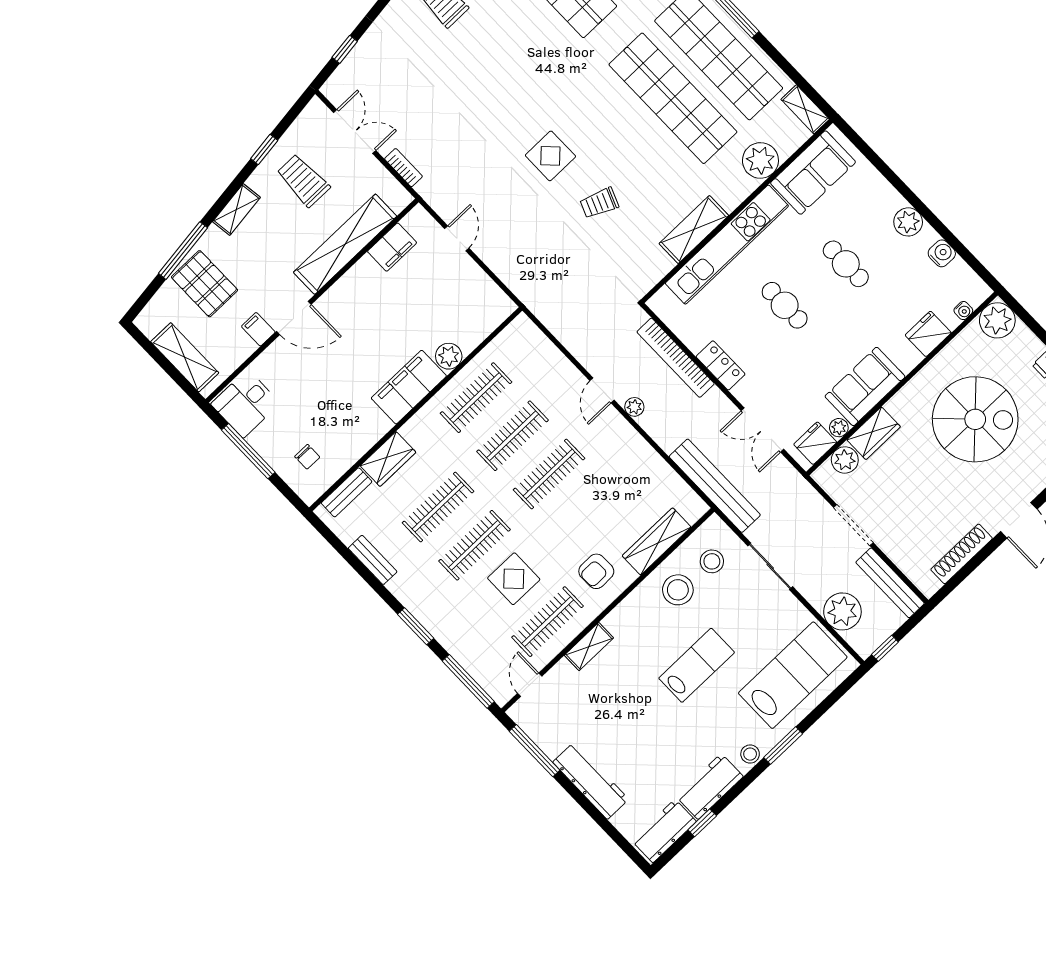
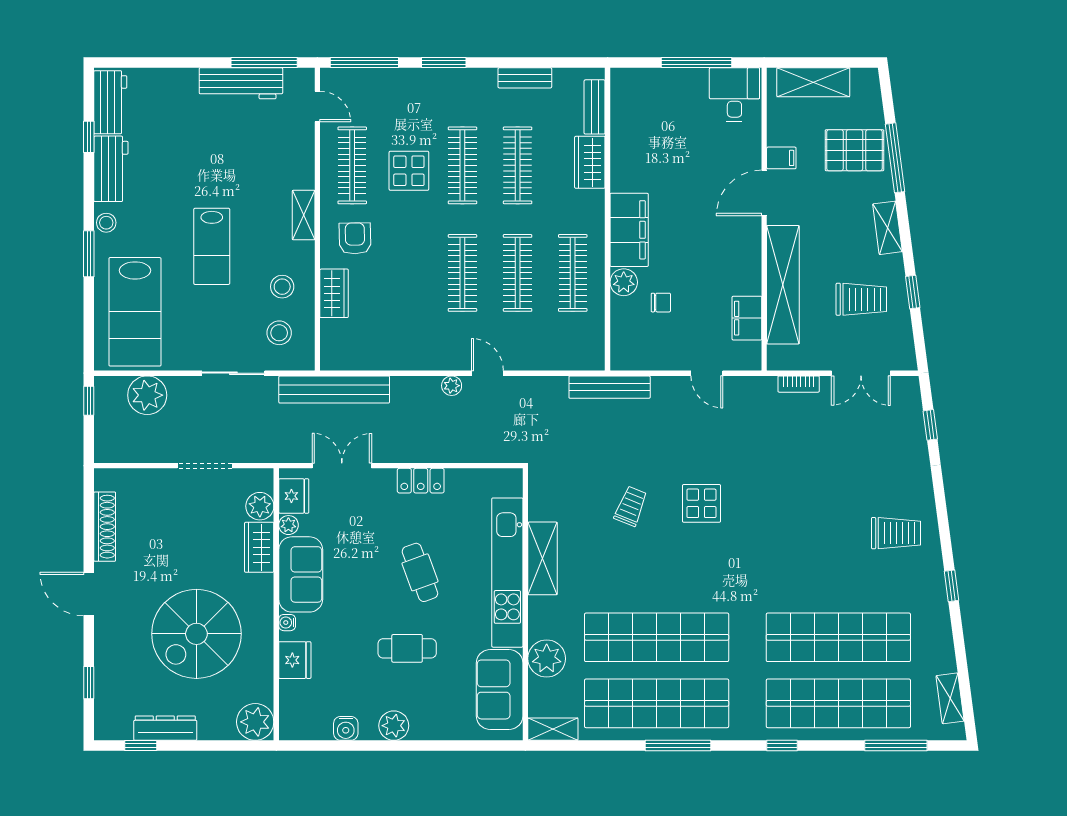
cafe table: (785, 305) -> (420, 572), turned 70
water cooler: (963, 311) -> (287, 623), moved
bookcase: (676, 358) -> (459, 452), removed
chair: (307, 457) -> (661, 303), moved, turned 180
wardrobe: (657, 541) -> (334, 293), width x0.67
bench: (890, 583) -> (610, 387), moved
stool: (678, 590) -> (282, 287), width x0.73, depth x0.73
shelving: (589, 647) -> (304, 215), moved
workbench: (591, 781) -> (241, 83), moved

